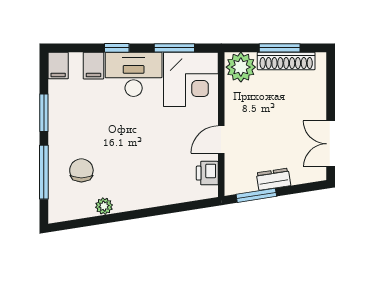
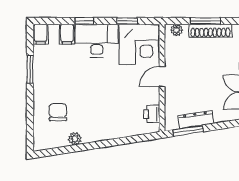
window: (174, 48) -> (127, 21), width x0.67
plant: (241, 67) -> (177, 30), width x0.53, depth x0.53
door: (221, 140) -> (162, 76), moved
window: (44, 172) -> (30, 113), removed
dresser: (273, 179) -> (196, 120), width x1.44

